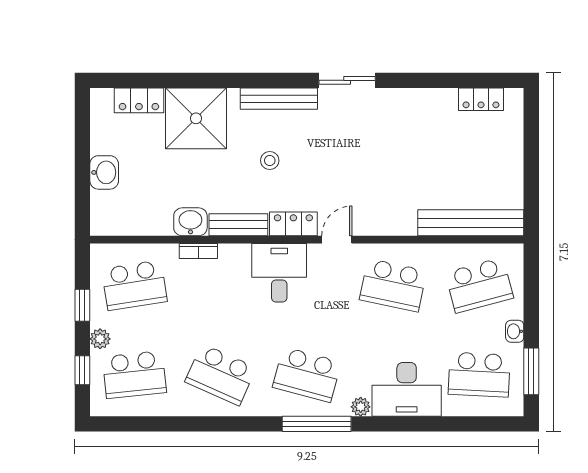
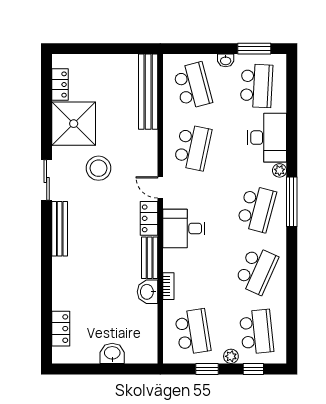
shower: (196, 118) -> (74, 124), moved
stool: (270, 161) -> (99, 168), moved, width x1.89, depth x1.89

